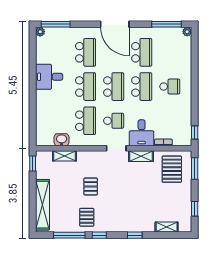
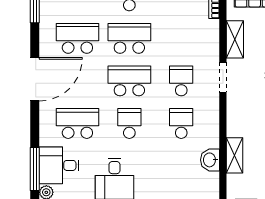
school desk: (86, 87) -> (129, 123), width x0.54
school desk: (86, 121) -> (181, 123), width x0.54
desk: (142, 133) -> (59, 165), moved, turned 180

